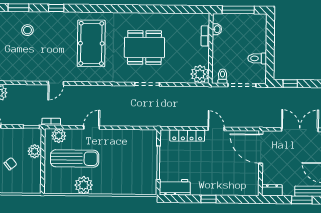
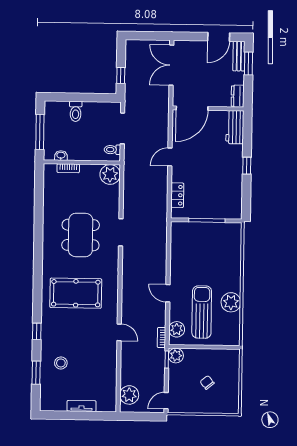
toilet: (257, 58) -> (76, 111), moved
locker: (187, 136) -> (177, 195), width x0.66
plant: (35, 151) -> (176, 356), moved
workbench: (175, 187) -> (235, 127), moved

